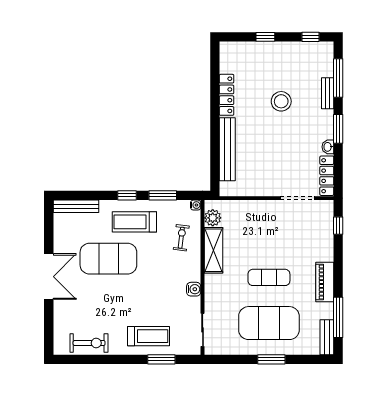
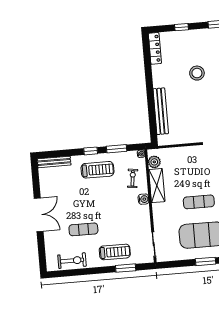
locker: (227, 95) -> (155, 48), moved
treadmill: (134, 222) -> (98, 170), turned 180
exercise mat: (108, 259) -> (83, 229), moved, width x0.50, depth x0.69
water cooler: (194, 289) -> (143, 199), moved

